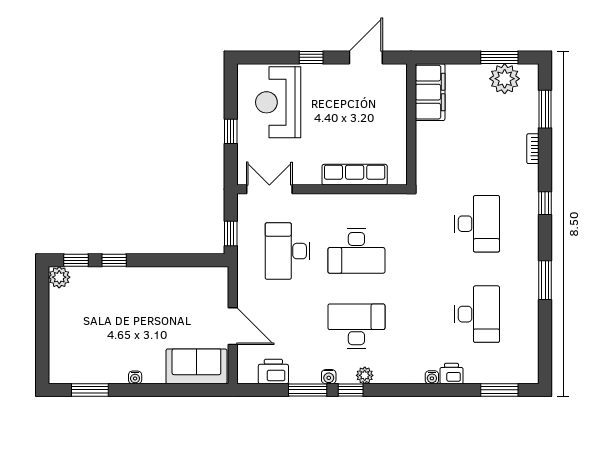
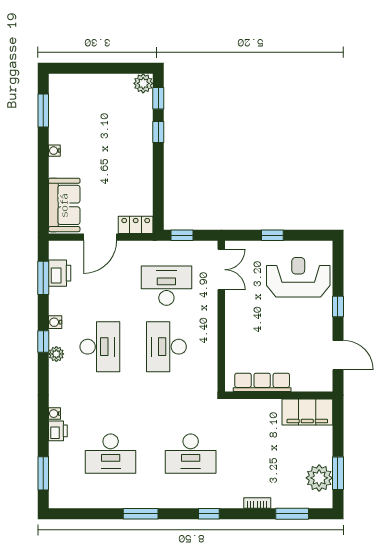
row of seats: (355, 175) -> (262, 382), moved, turned -90
locker: (219, 286) -> (136, 225), added
window: (308, 390) -> (43, 278), moved

